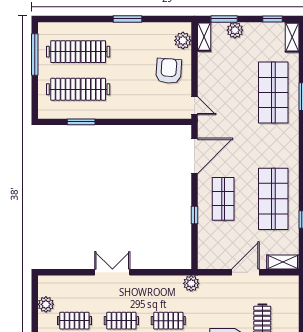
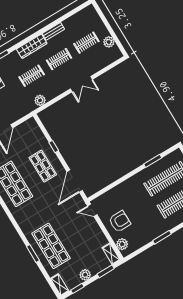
plant: (235, 30) -> (85, 275), moved
armchair: (169, 71) -> (120, 221), turned -94
plant: (191, 283) -> (40, 100), moved

